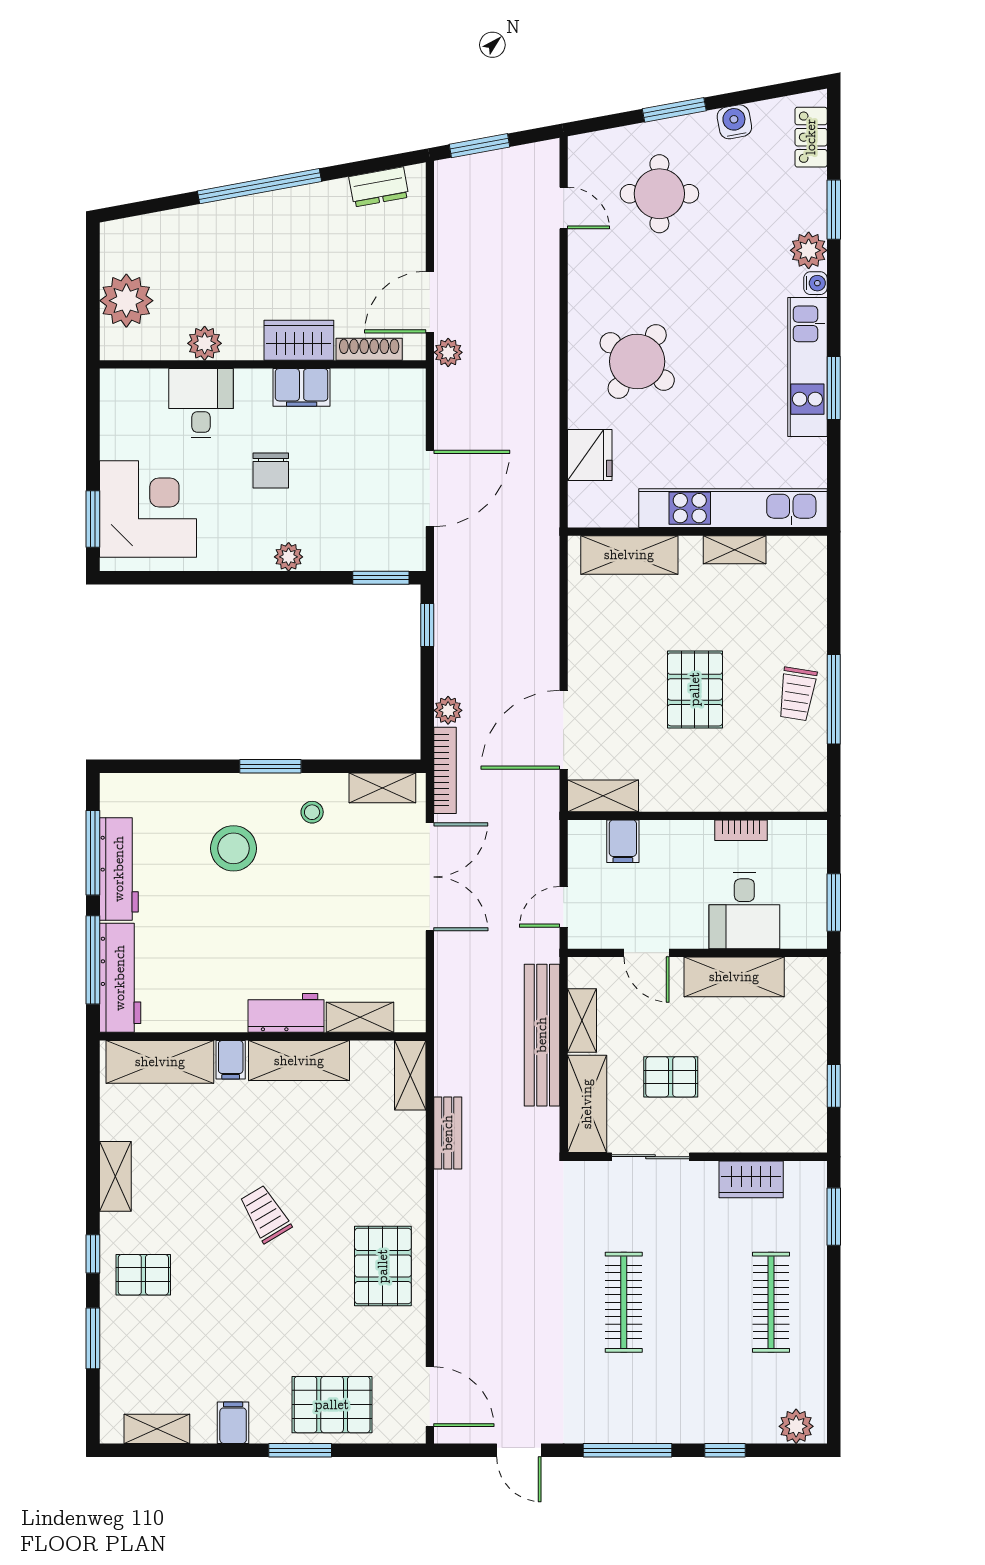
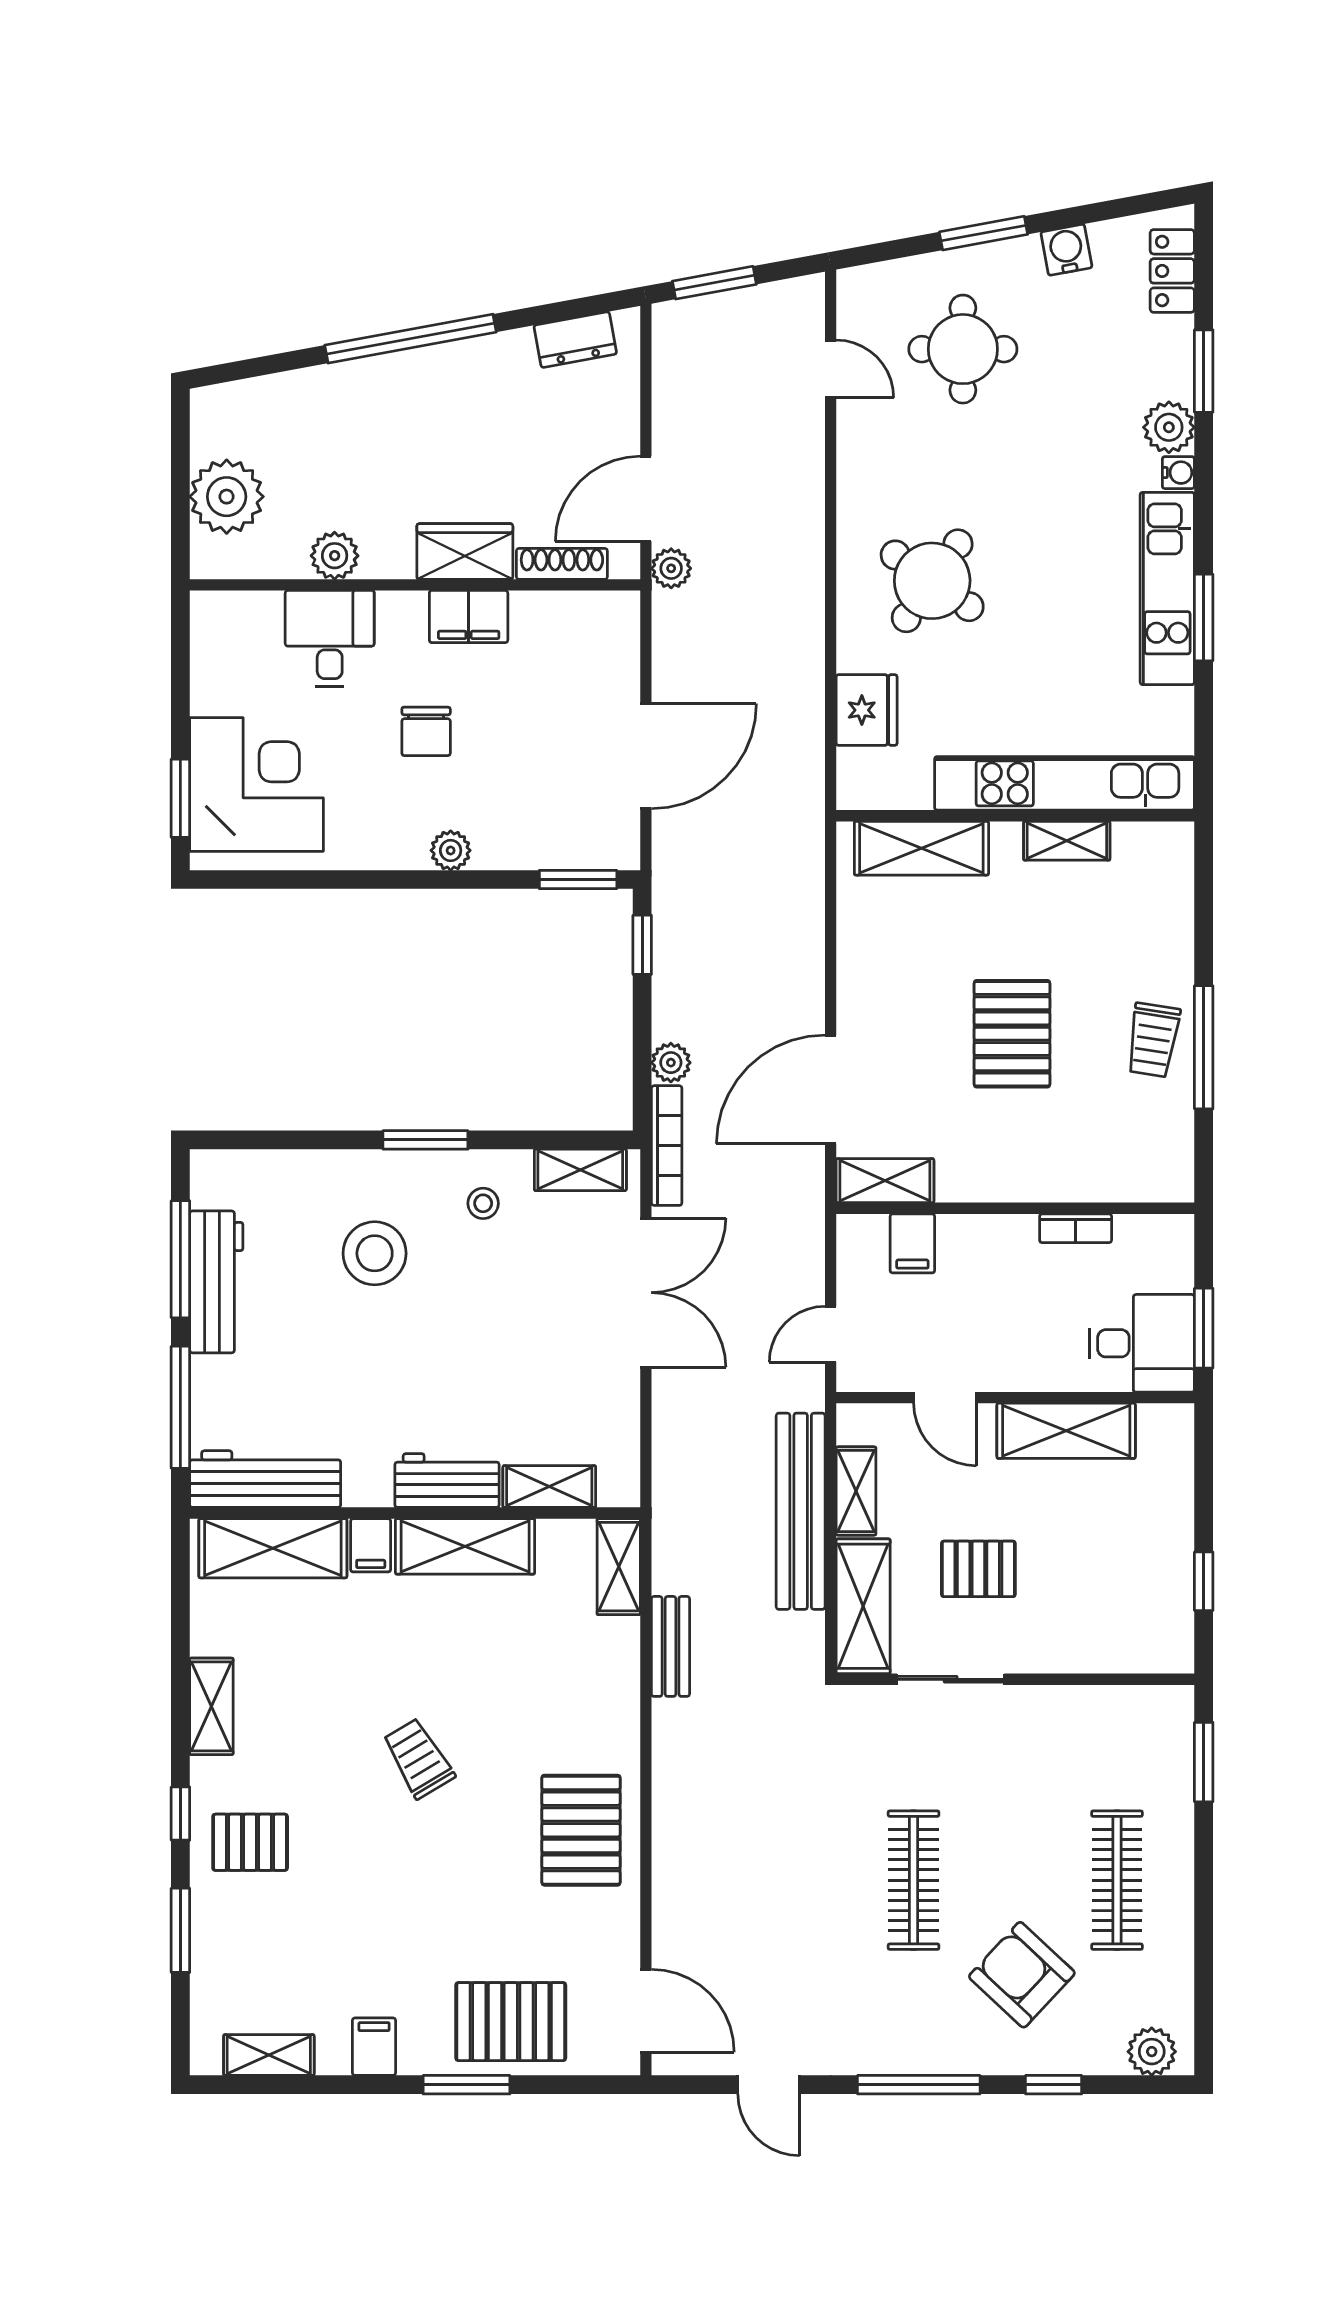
desk: (744, 911) -> (1142, 1343), moved, turned -90
workbench: (120, 978) -> (265, 1479), moved, turned -90
wardrobe: (751, 1179) -> (1089, 1710), removed
armchair: (702, 1371) -> (1022, 1975), added

